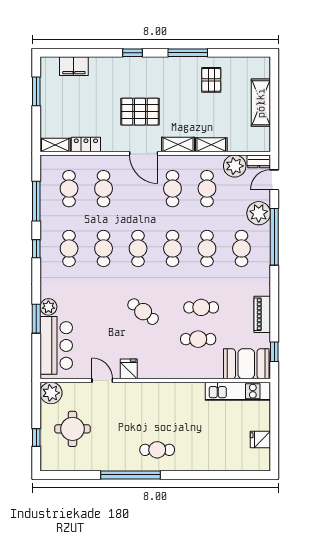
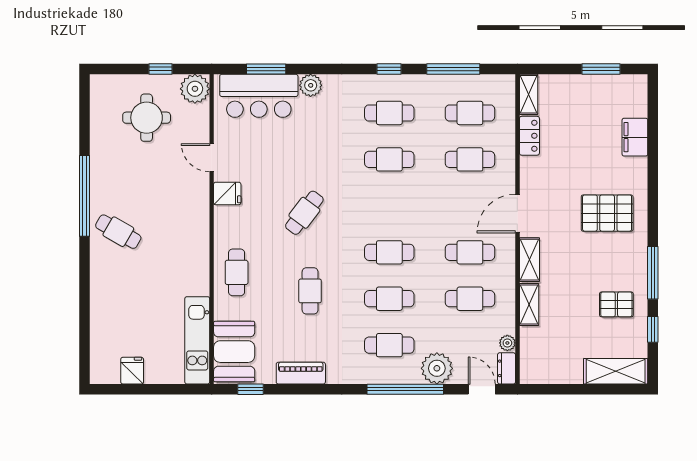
window: (132, 53) -> (653, 329), moved
filing cabinet: (74, 66) -> (635, 137), moved
shelving: (261, 103) -> (616, 371), moved
pallet: (140, 112) -> (607, 213), moved, turned 90
plant: (235, 166) -> (507, 343), width x0.53, depth x0.53
cafe table: (138, 248) -> (389, 206), removed
window: (36, 319) -> (266, 69), moved
cafe table: (198, 339) -> (237, 272), moved
door: (102, 381) -> (212, 158), swing flipped
window: (36, 438) -> (160, 69), moved
cafe table: (157, 450) -> (118, 232), turned -60

